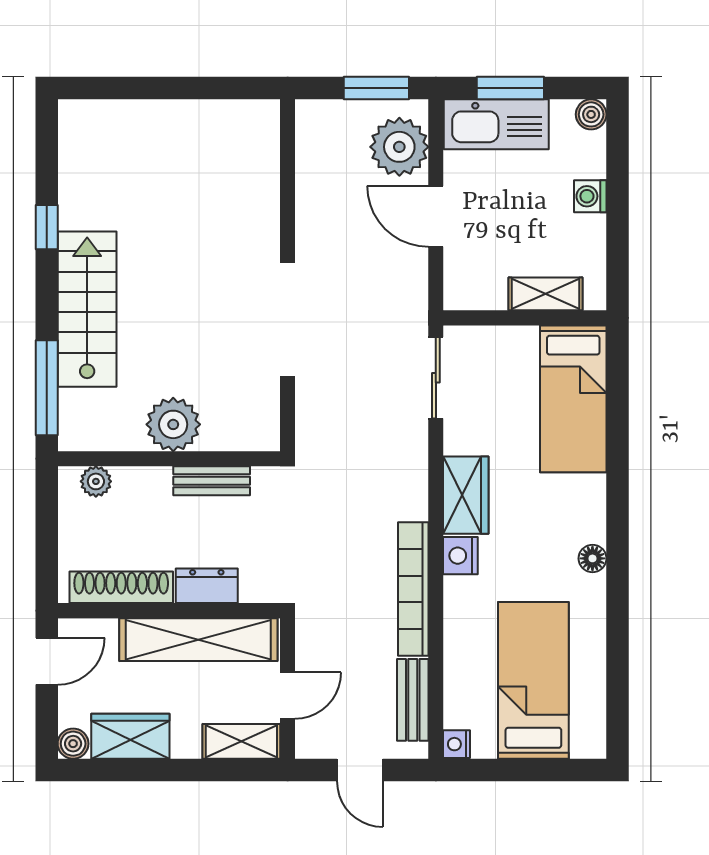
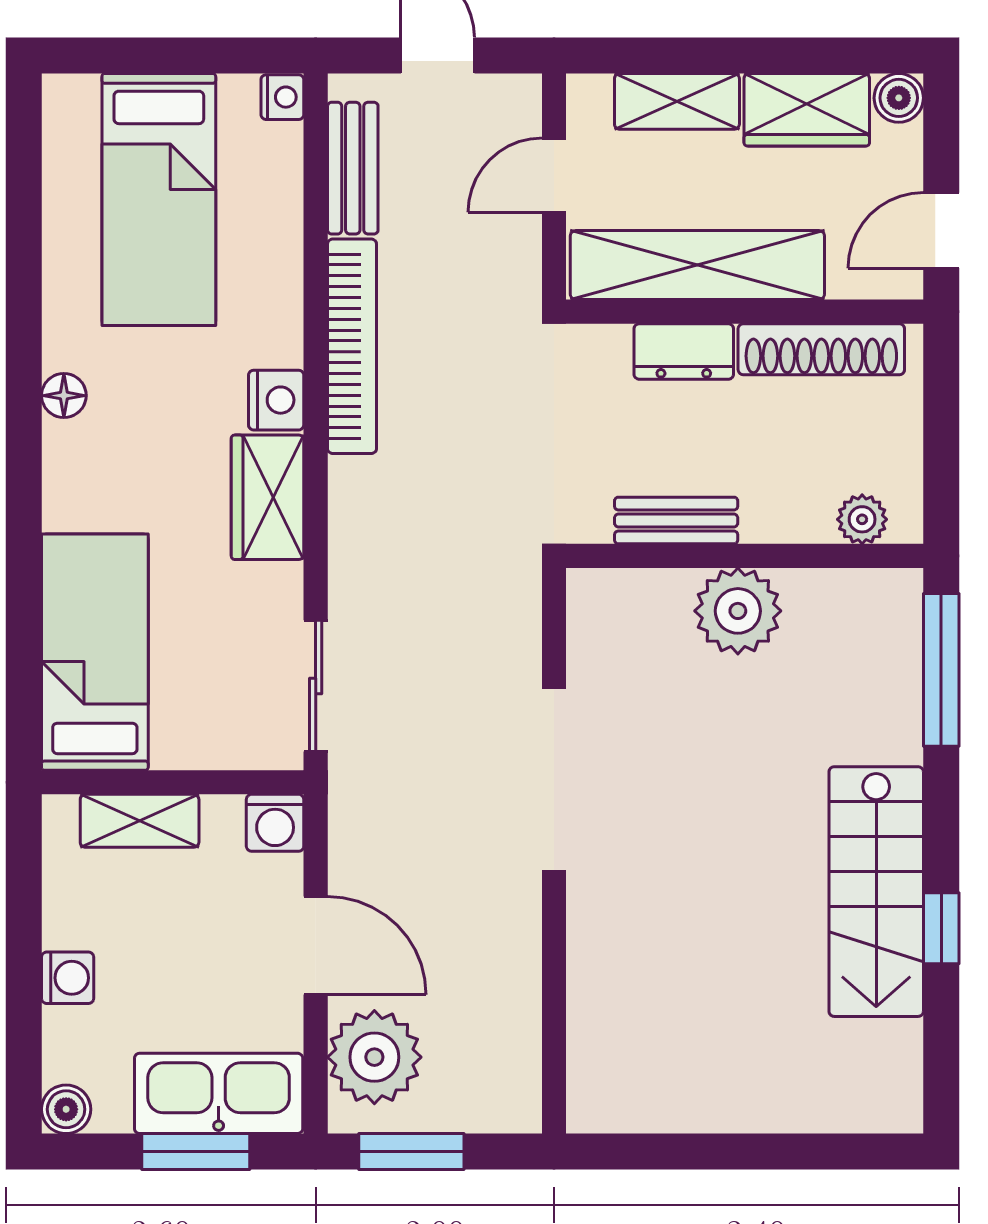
washing machine: (461, 293) -> (275, 823), added
stairs: (87, 309) -> (876, 892), moved
shelving: (241, 741) -> (677, 101), moved

